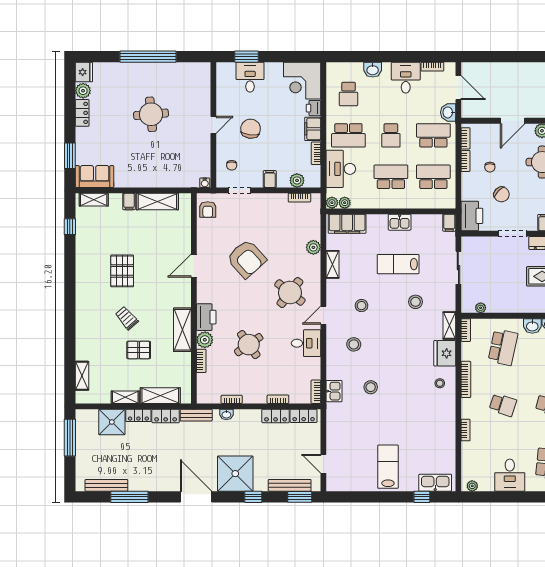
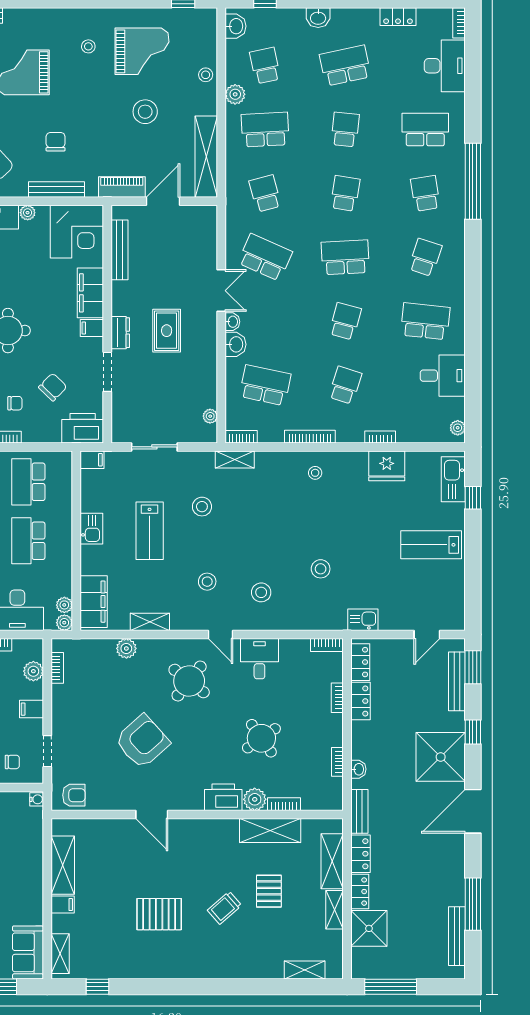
shelving: (182, 330) -> (270, 831), moved
fridge: (445, 353) -> (387, 466), moved
kitchen sink: (334, 391) -> (363, 620), moved

